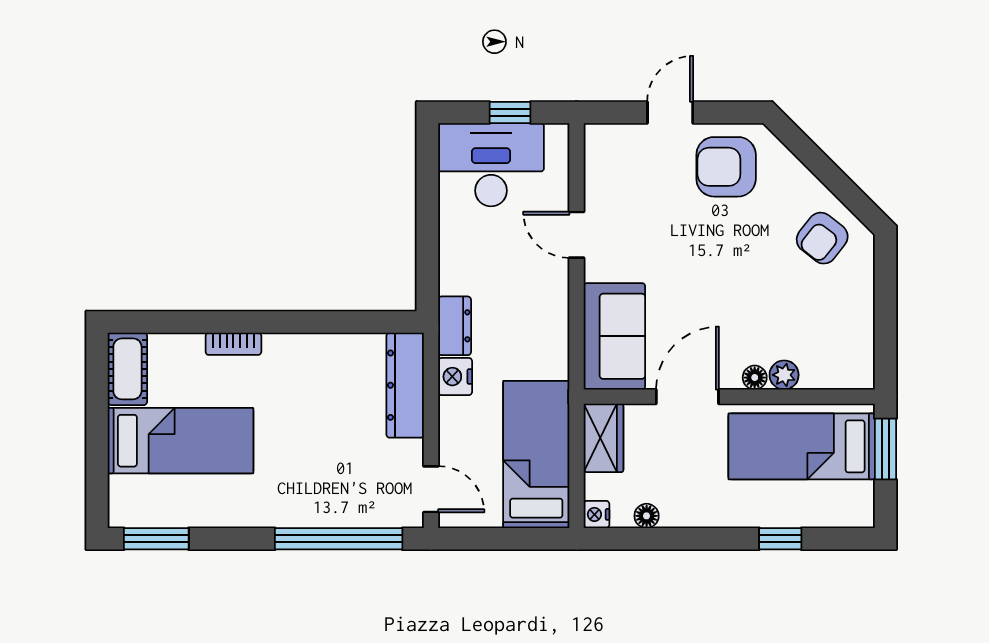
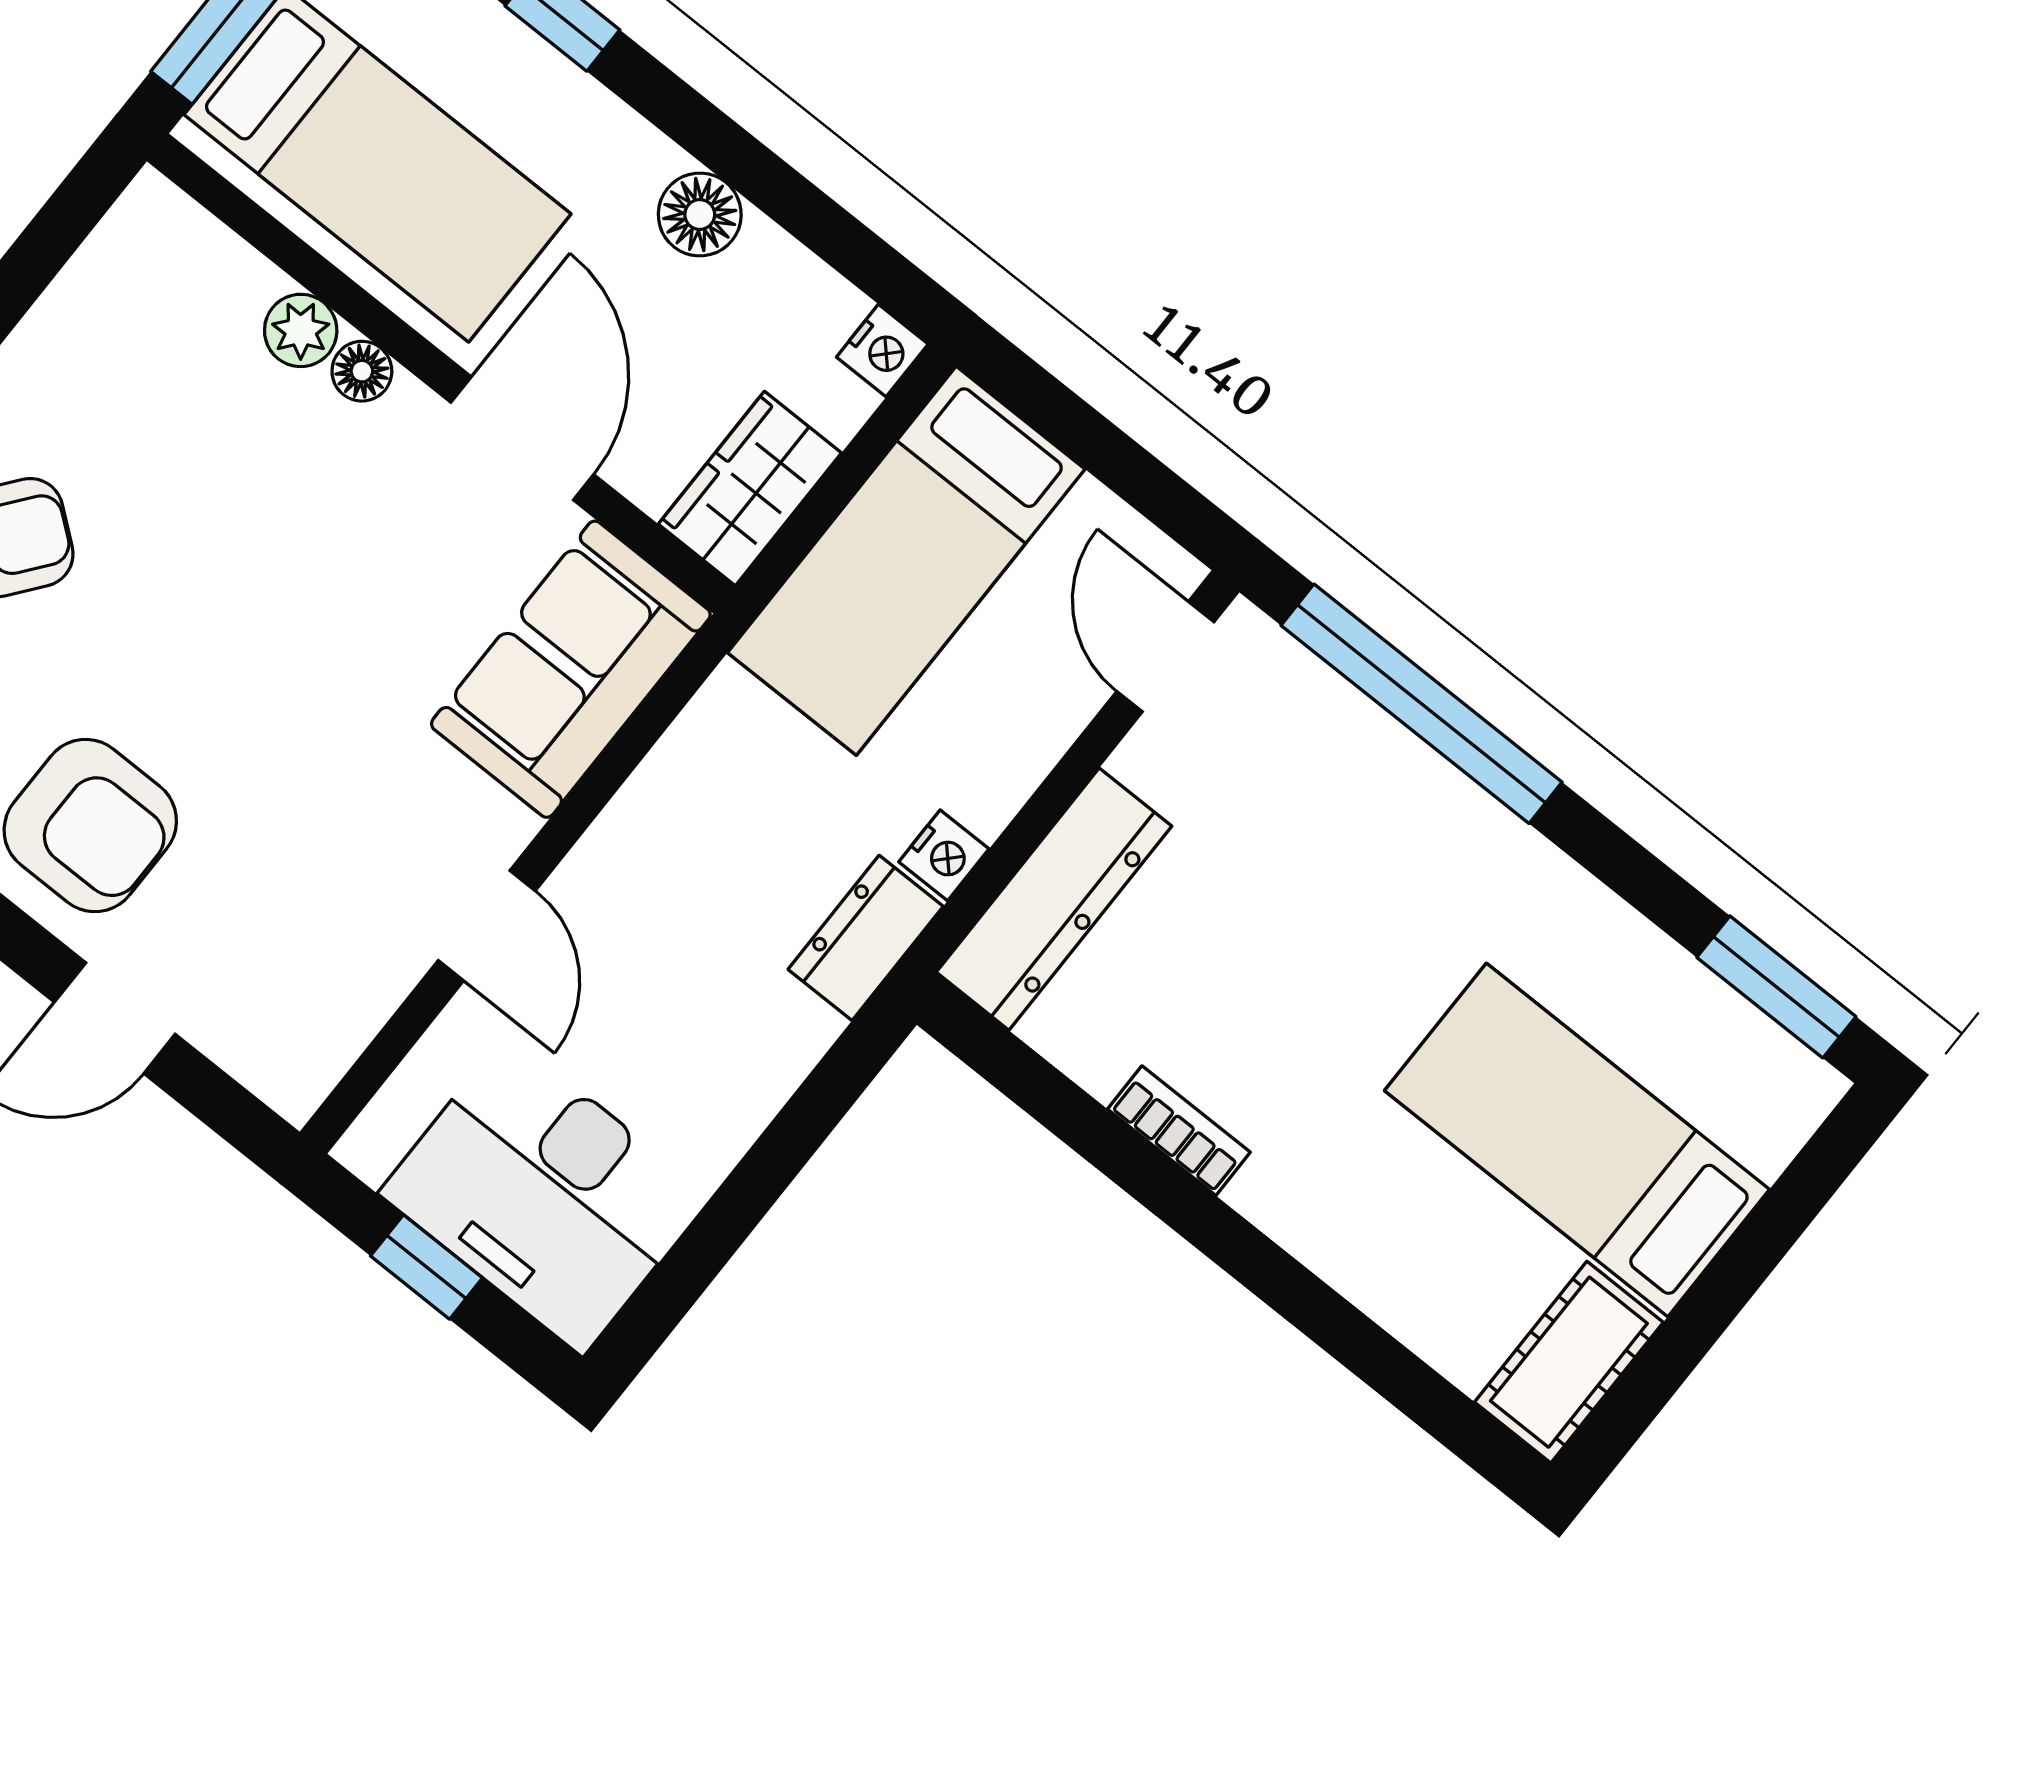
bookcase: (233, 344) -> (1179, 1131), moved
nightstand: (455, 377) -> (944, 855), width x0.72, depth x0.74
door: (687, 397) -> (522, 438), swing flipped
floor lamp: (647, 516) -> (700, 215), moved, width x1.37, depth x1.37

